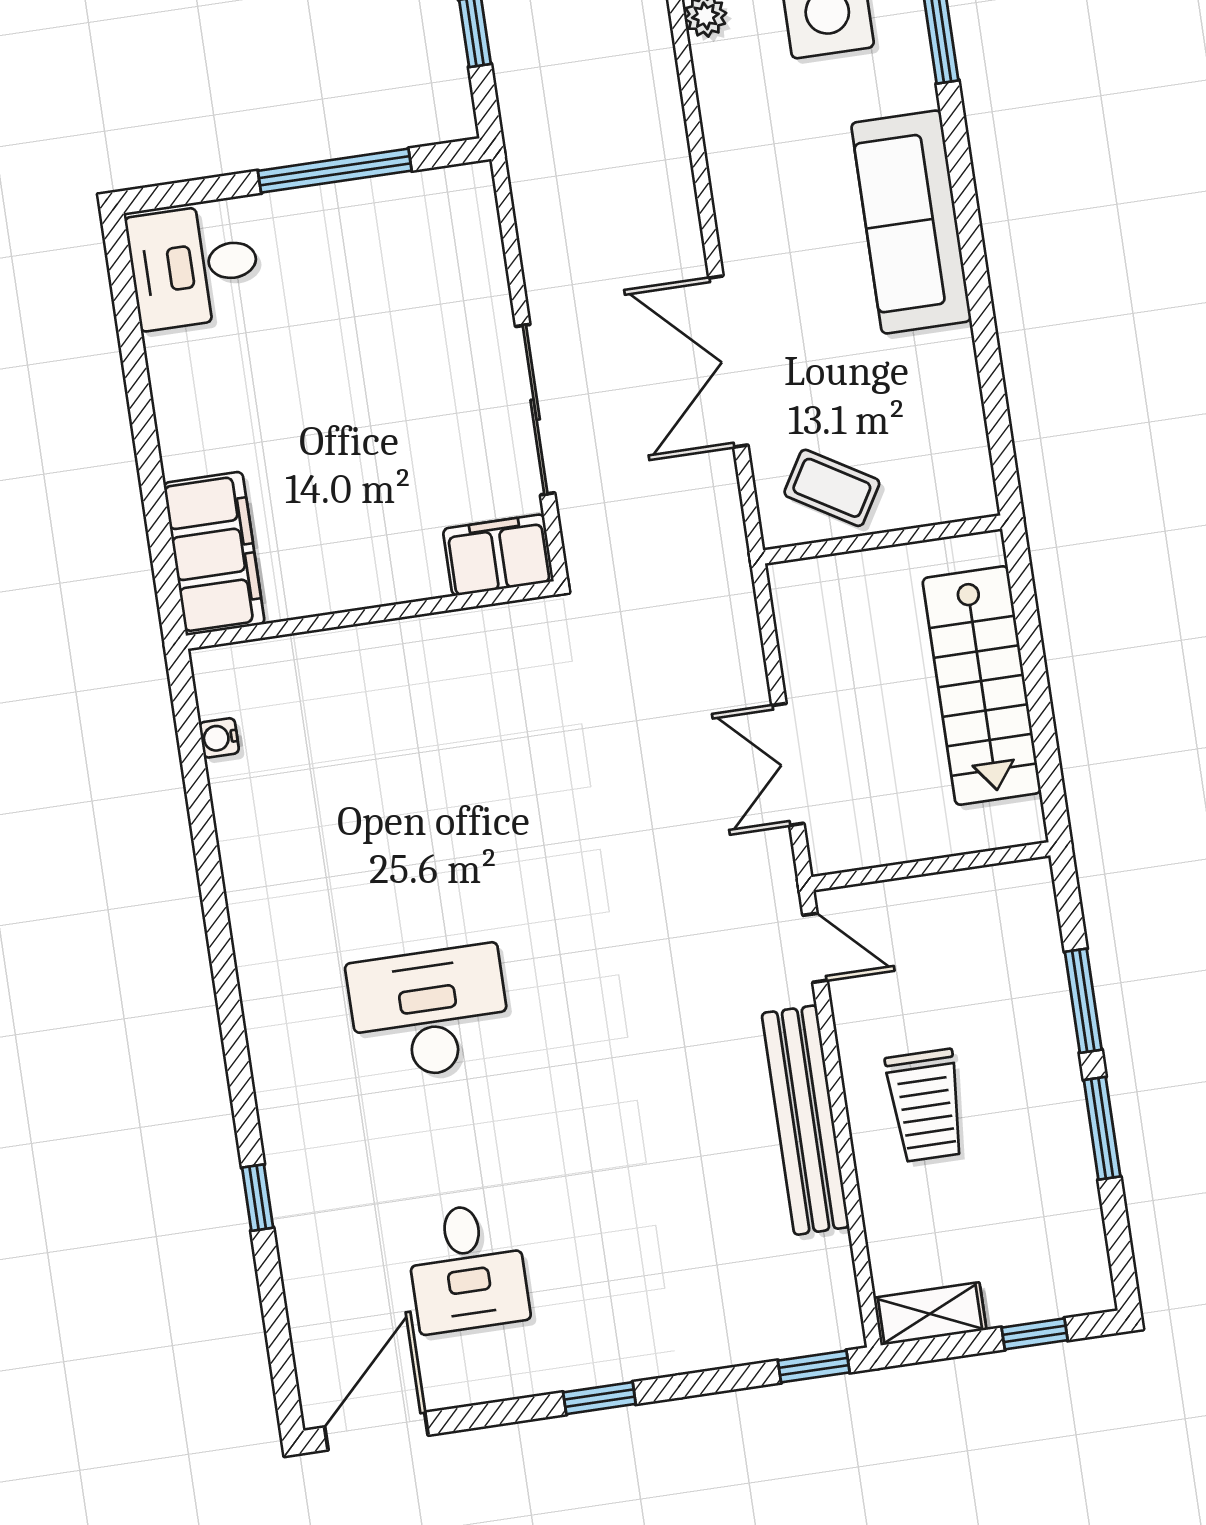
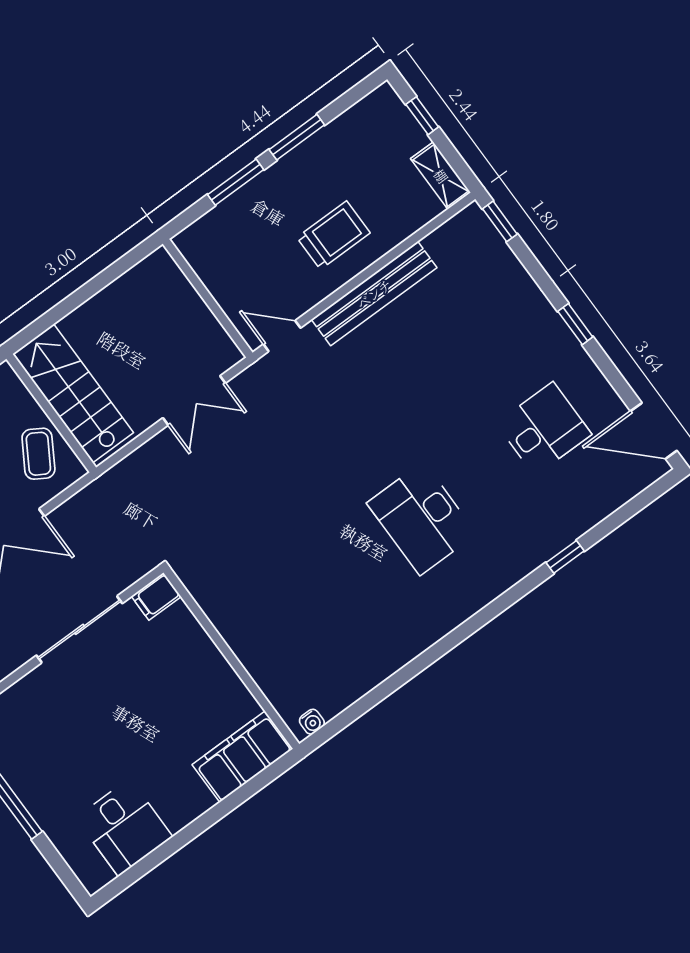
desk: (194, 266) -> (124, 827), moved
filing cabinet: (498, 555) -> (156, 596), width x0.50
stairs: (982, 686) -> (73, 393), moved, turned -90
water cooler: (219, 738) -> (312, 722), moved
door: (815, 948) -> (282, 336), hinge flipped

